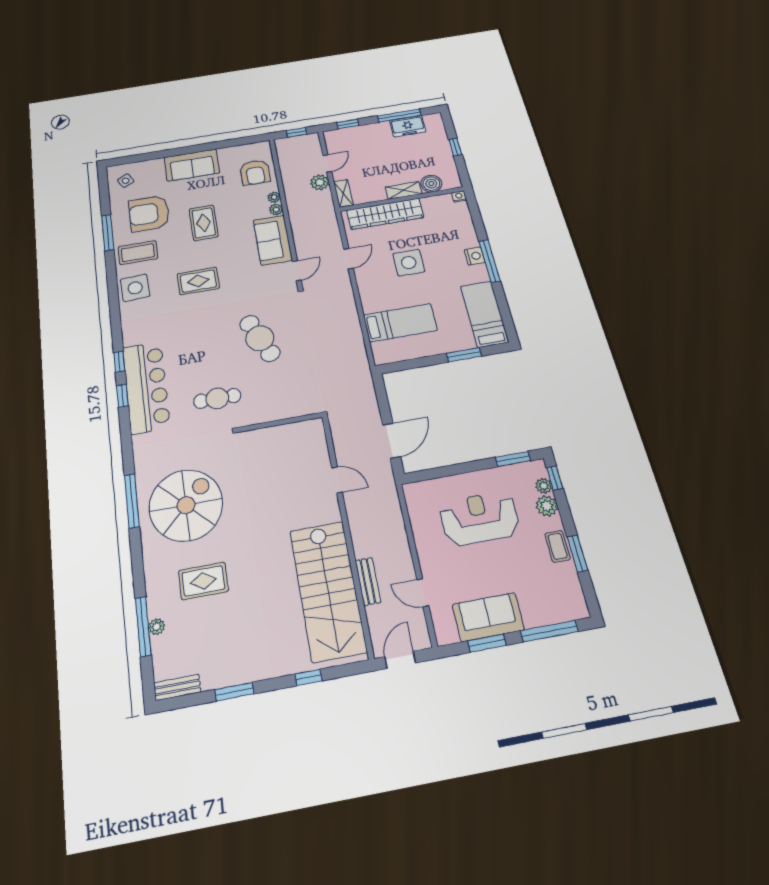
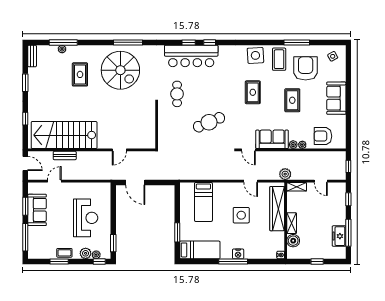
plant: (320, 182) -> (285, 174), moved
rug: (204, 223) -> (292, 100), turned 90

